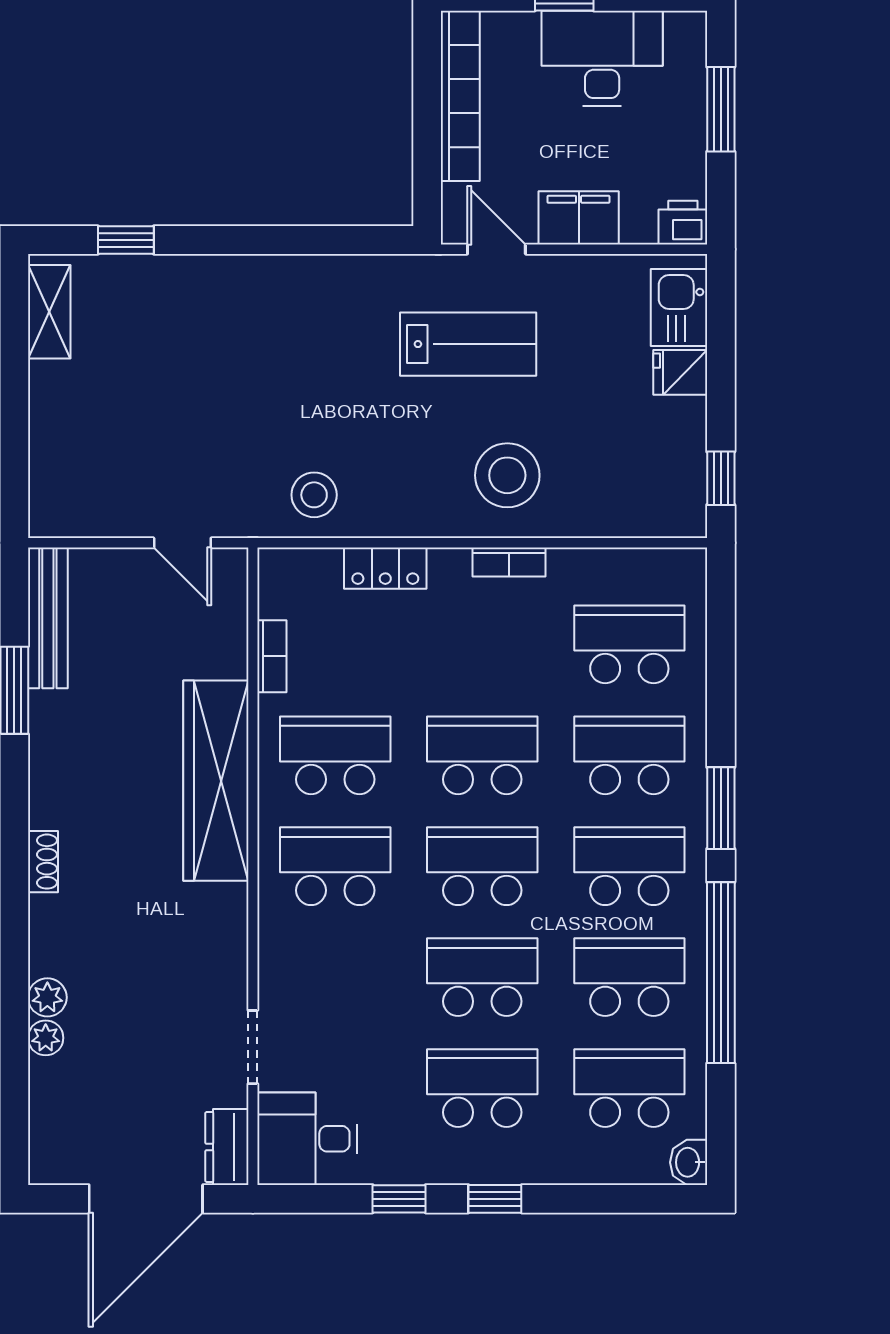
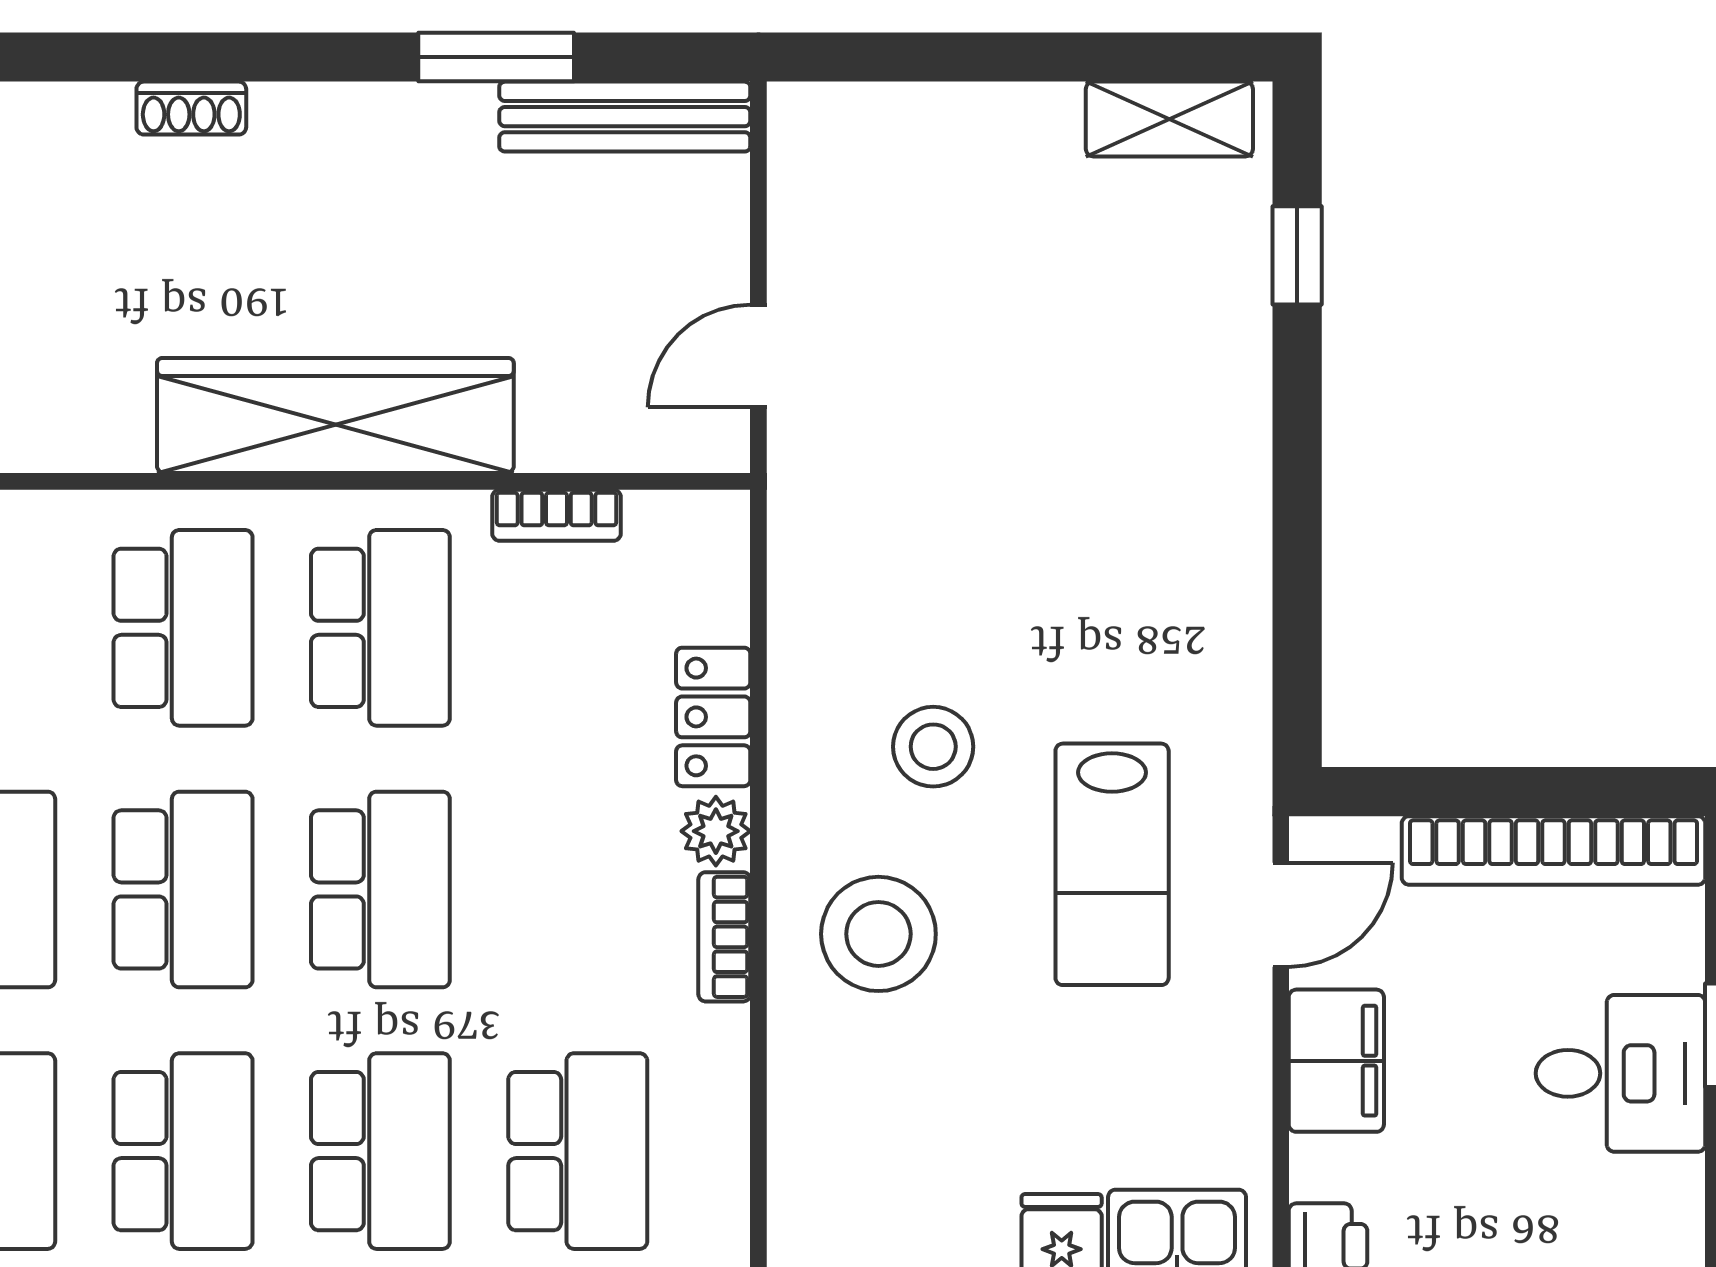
desk: (602, 58) -> (1620, 1073), width x0.73
stool: (314, 495) -> (933, 747), moved
plant: (450, 567) -> (716, 831), added

